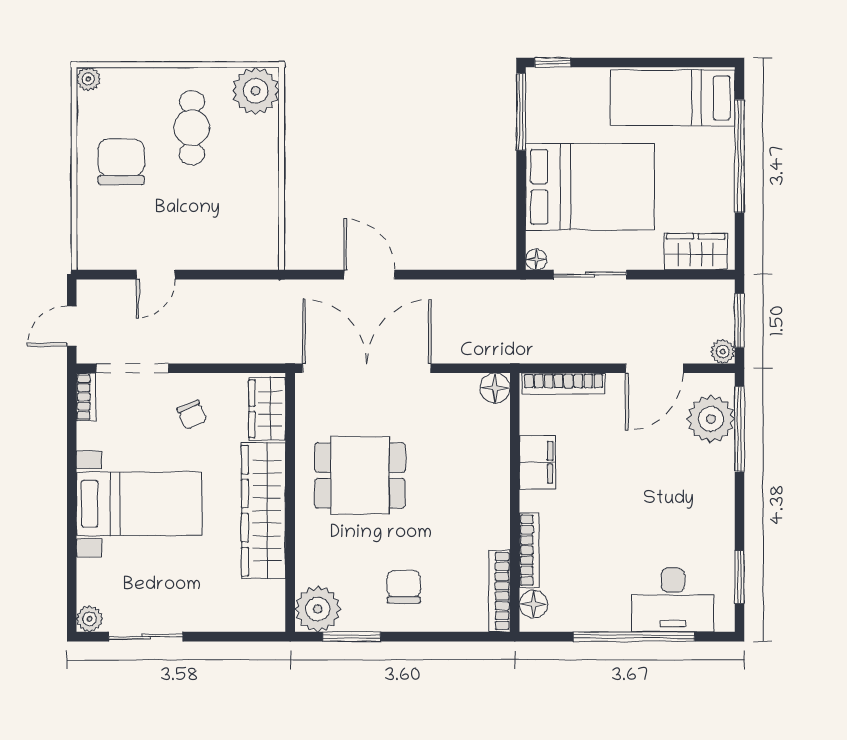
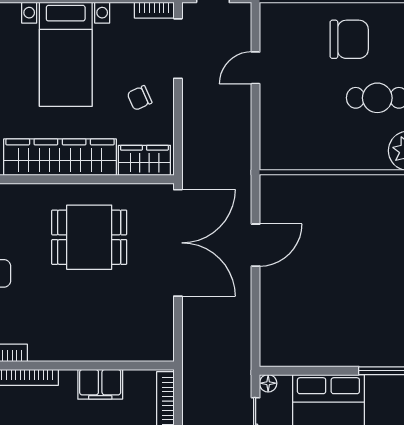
door: (156, 275) -> (256, 68), hinge flipped
floor lamp: (495, 388) -> (162, 349), removed
dining table: (360, 475) -> (89, 237), turned 90

